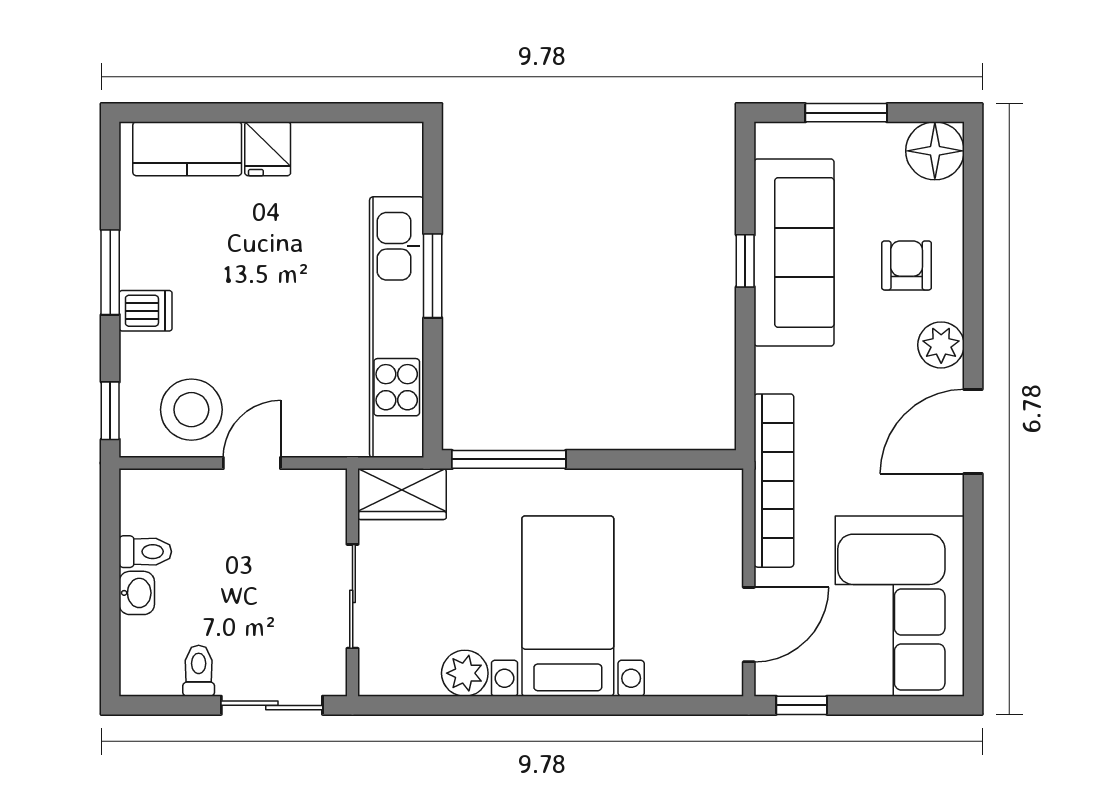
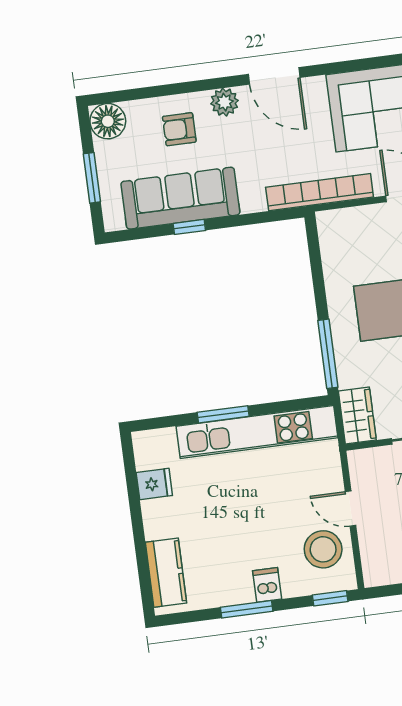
fridge: (268, 149) -> (154, 484), moved

